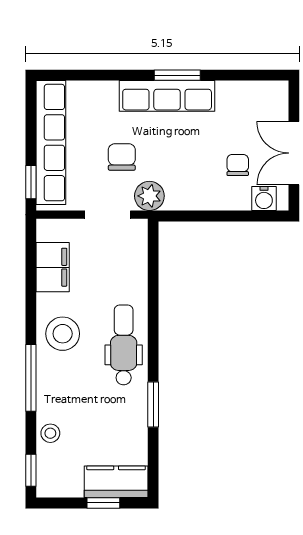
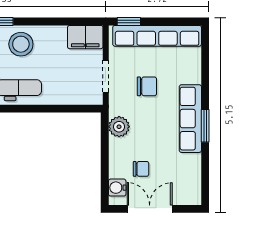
plant: (149, 196) -> (119, 127), moved
filing cabinet: (53, 267) -> (85, 37), moved

